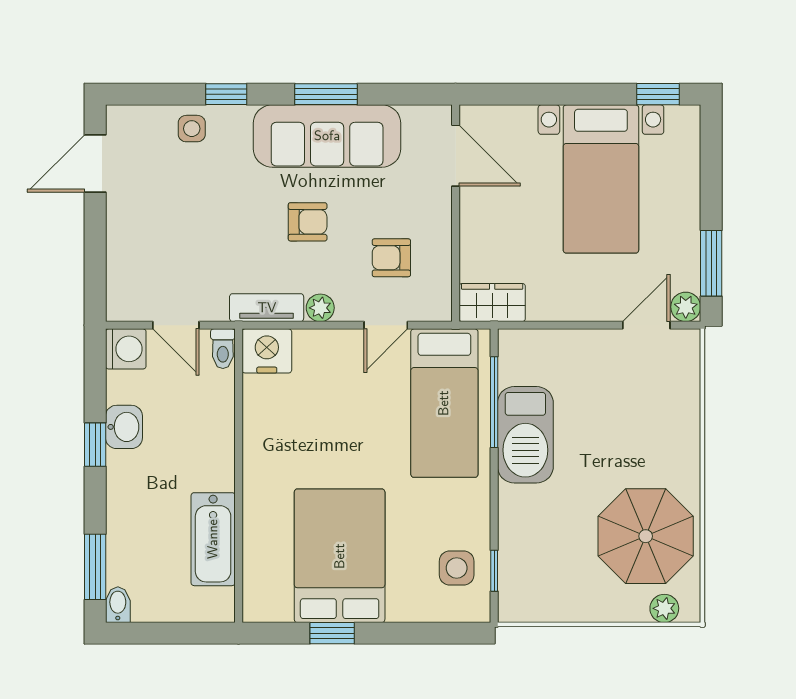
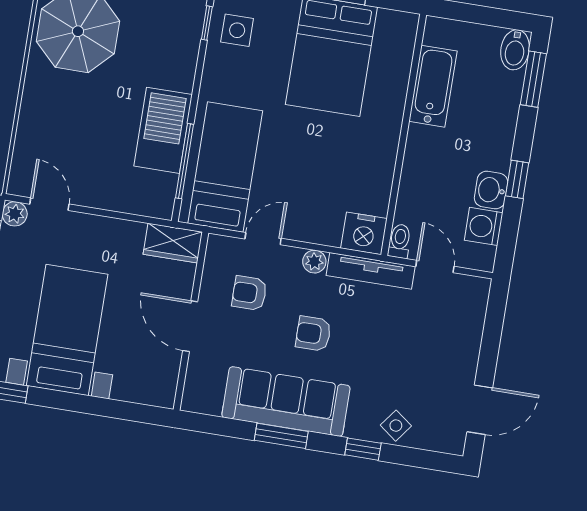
side table: (192, 129) -> (396, 426), turned 37
door: (456, 156) -> (190, 326), moved
armchair: (391, 258) -> (249, 293), turned 180
tv unit: (267, 308) -> (371, 271), width x1.41
door: (646, 325) -> (49, 204), swing flipped
washing machine: (126, 349) -> (484, 226), moved
bidet: (118, 605) -> (515, 50), width x1.38, depth x1.36

